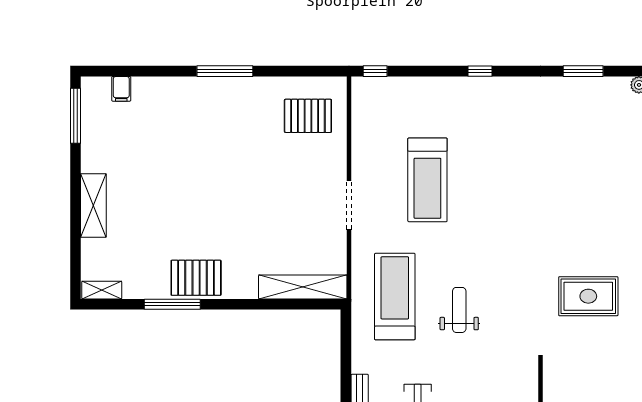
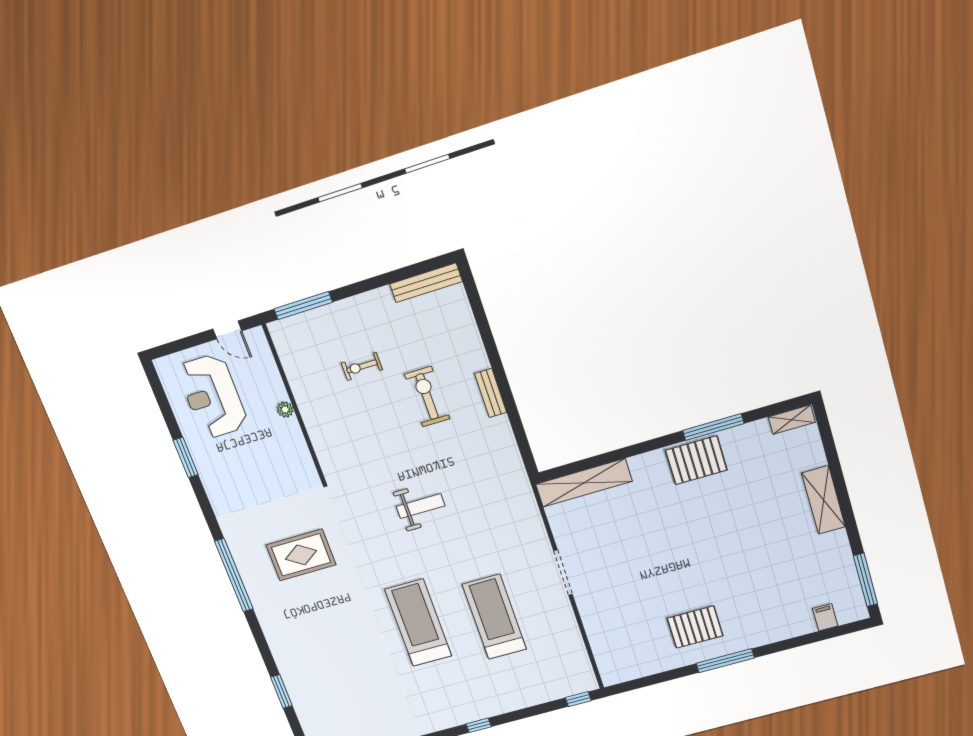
pallet: (308, 116) -> (695, 627), moved
treadmill: (395, 297) -> (418, 623), moved, turned 180
weight bench: (459, 310) -> (421, 506), turned -90

